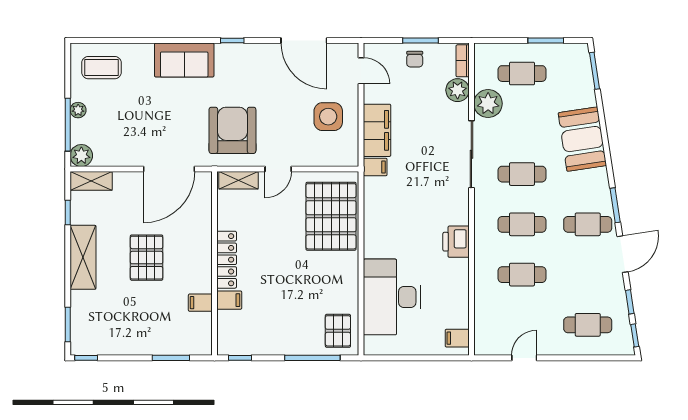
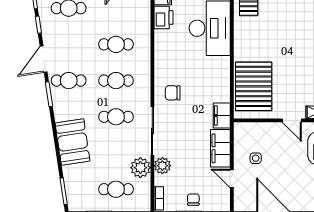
door: (361, 71) -> (232, 178), moved
plant: (458, 90) -> (162, 166), moved
side table: (328, 117) -> (256, 158), width x0.54, depth x0.54
filing cabinet: (375, 167) -> (222, 116), width x2.00
door: (278, 169) -> (292, 120), swing flipped
chair: (443, 207) -> (173, 93), added
printer: (456, 242) -> (164, 18), moved

